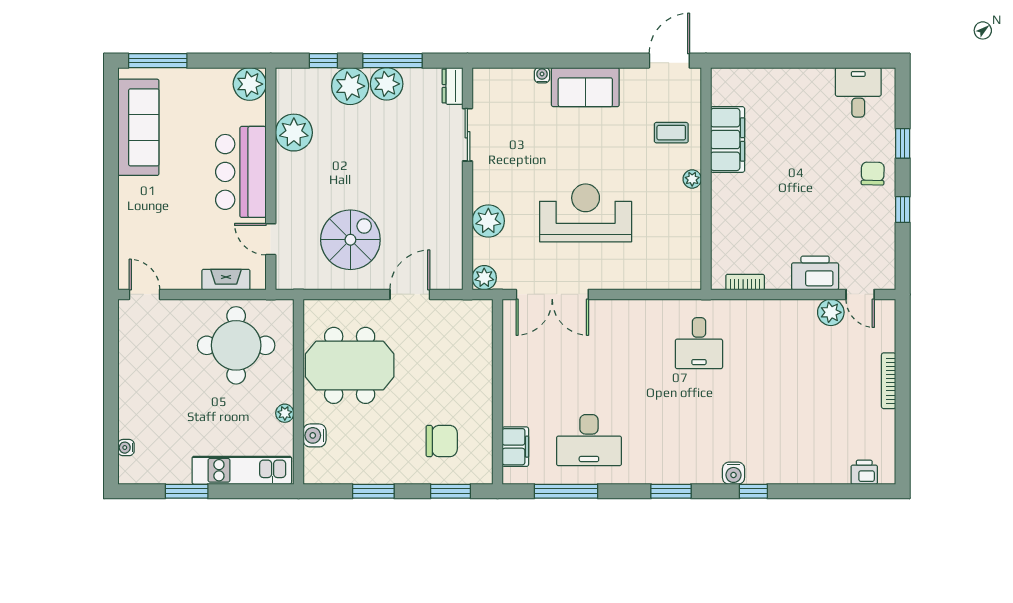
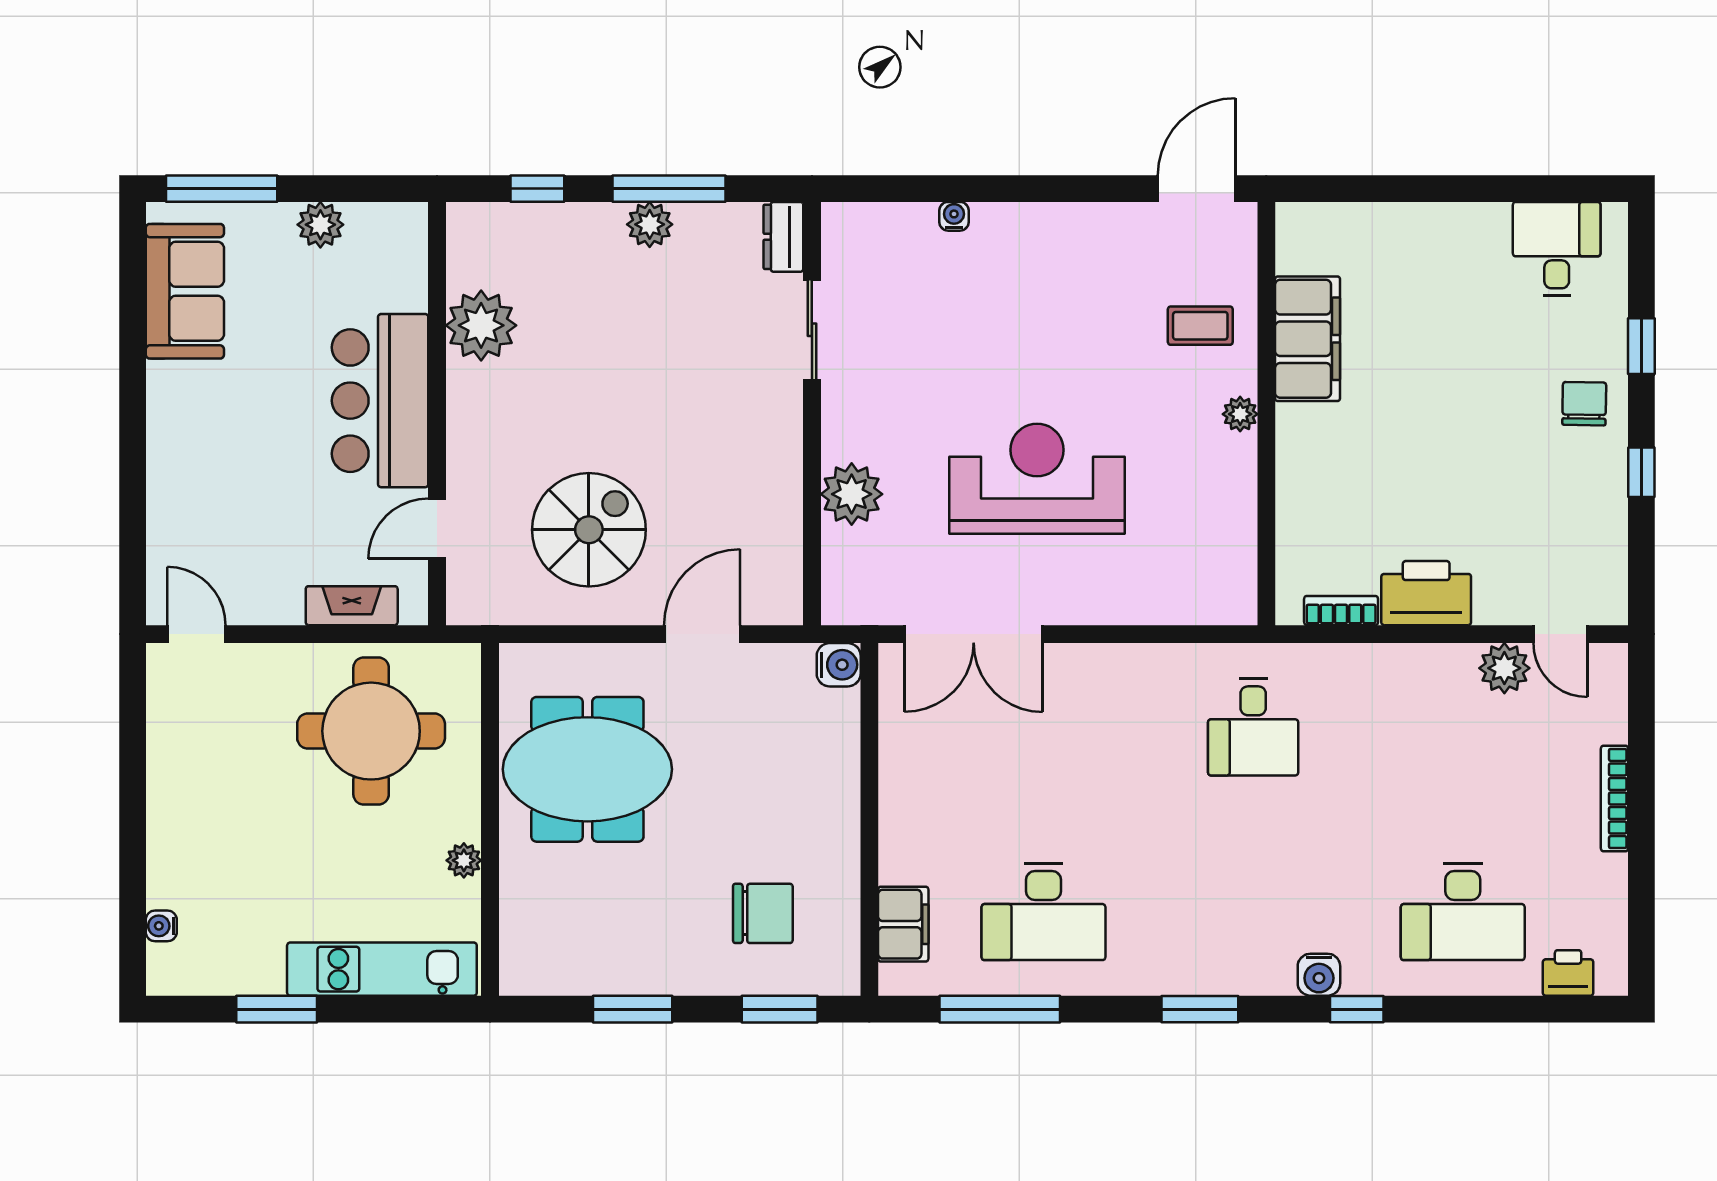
plant: (250, 84) -> (320, 225), moved, width x0.73, depth x0.73
plant: (387, 84) -> (650, 224), width x0.73, depth x0.73
plant: (350, 86) -> (588, 237), removed
sofa: (585, 87) -> (1037, 239), removed
sofa: (138, 127) -> (185, 291), width x0.73
door: (271, 239) -> (437, 529), hinge flipped
printer: (815, 273) -> (1426, 593), moved
plant: (484, 278) -> (844, 602), removed
water cooler: (315, 435) -> (839, 665), moved, turned 180
desk: (809, 440) -> (1463, 912), added

